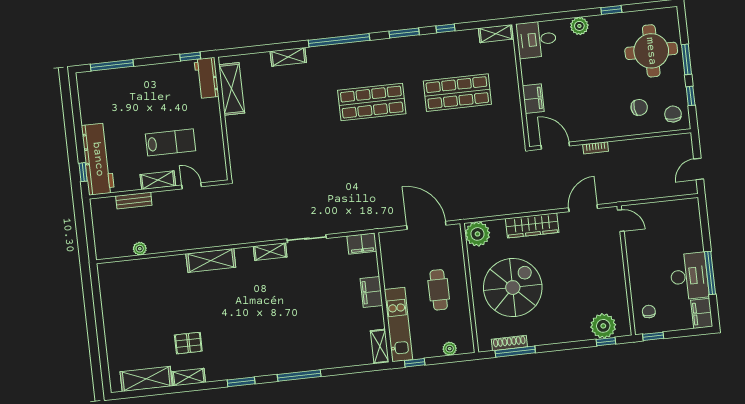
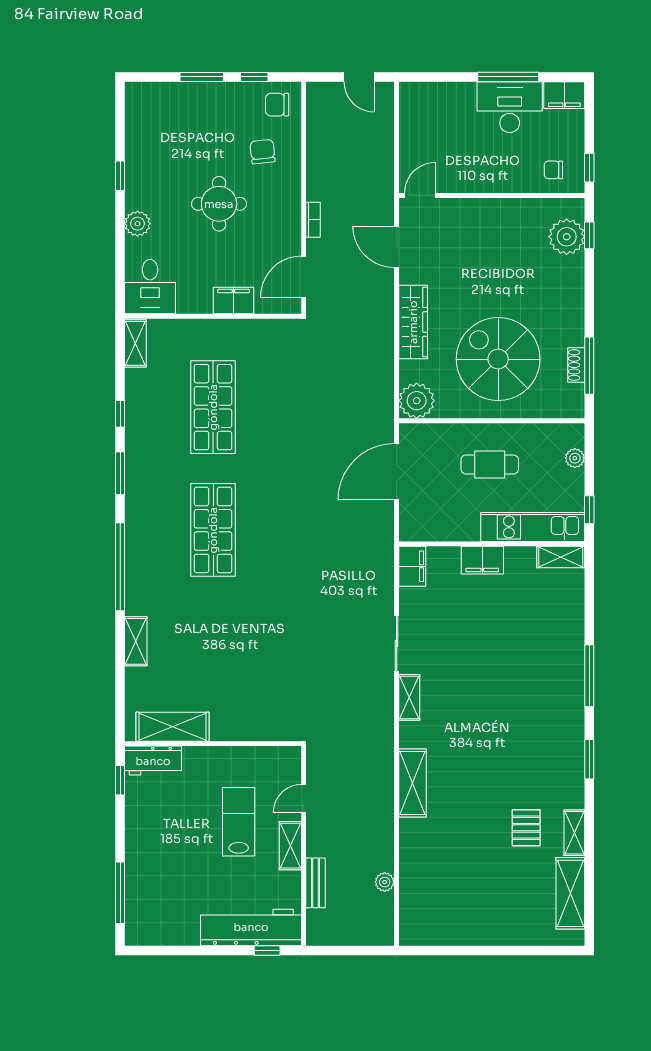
round table: (651, 51) -> (219, 204), moved, width x0.73, depth x0.73
shoe rack: (509, 343) -> (576, 365), width x0.70

